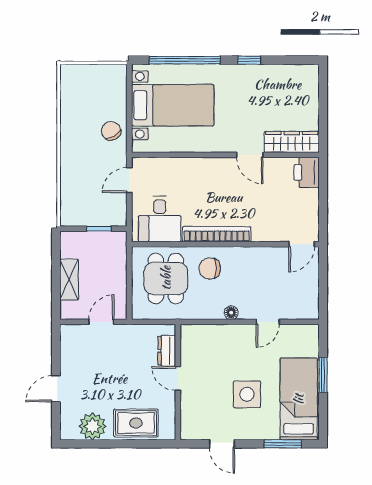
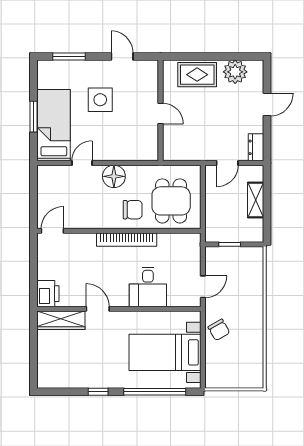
desk: (160, 219) -> (148, 287), moved, turned 180
floor lamp: (231, 313) -> (114, 176), width x1.89, depth x1.89
dresser: (167, 351) -> (256, 147), moved, turned 180
bed: (299, 399) -> (54, 125), moved, turned 180

